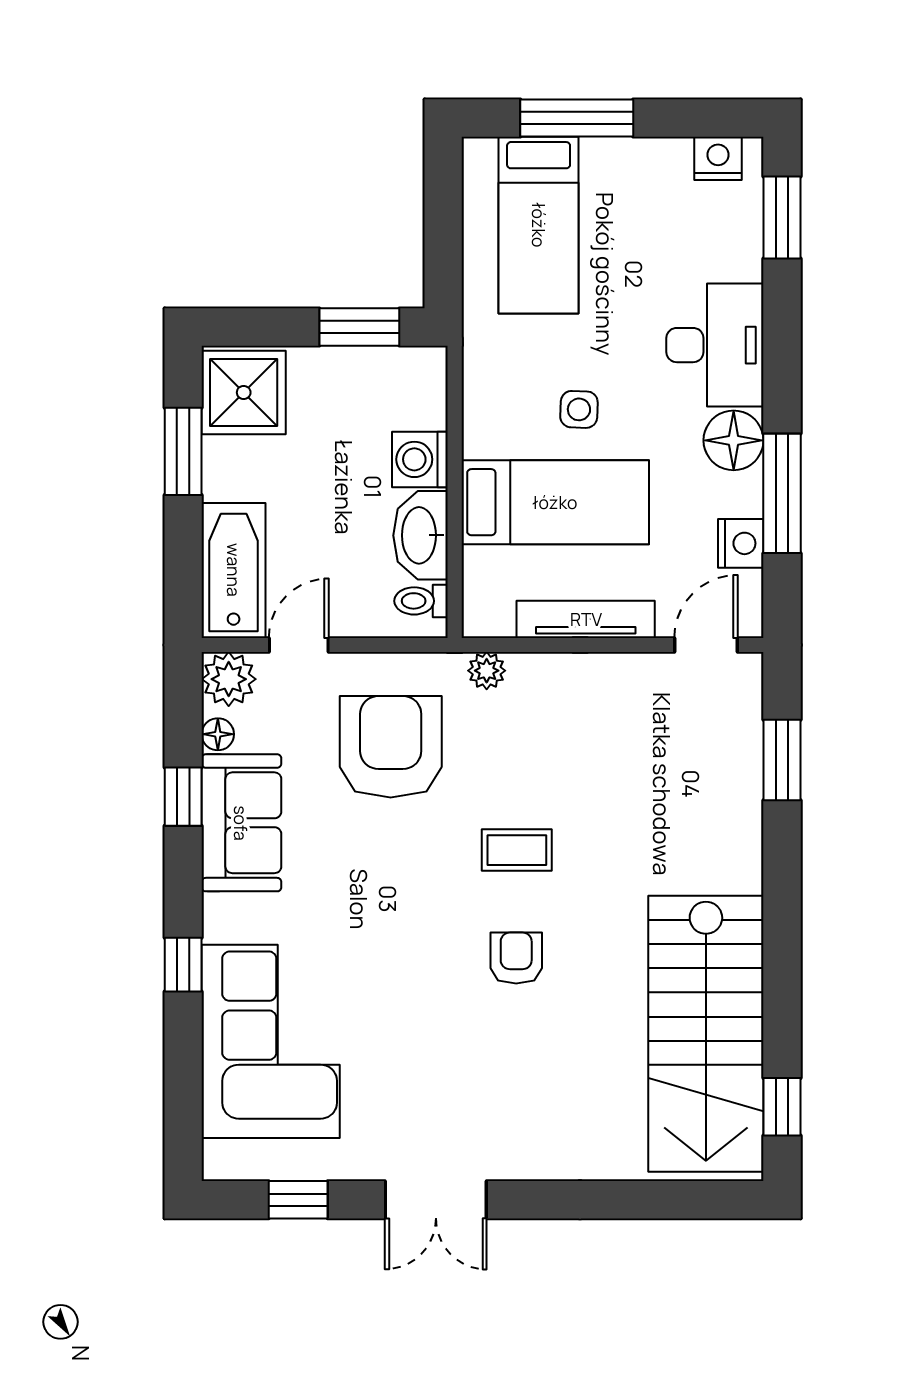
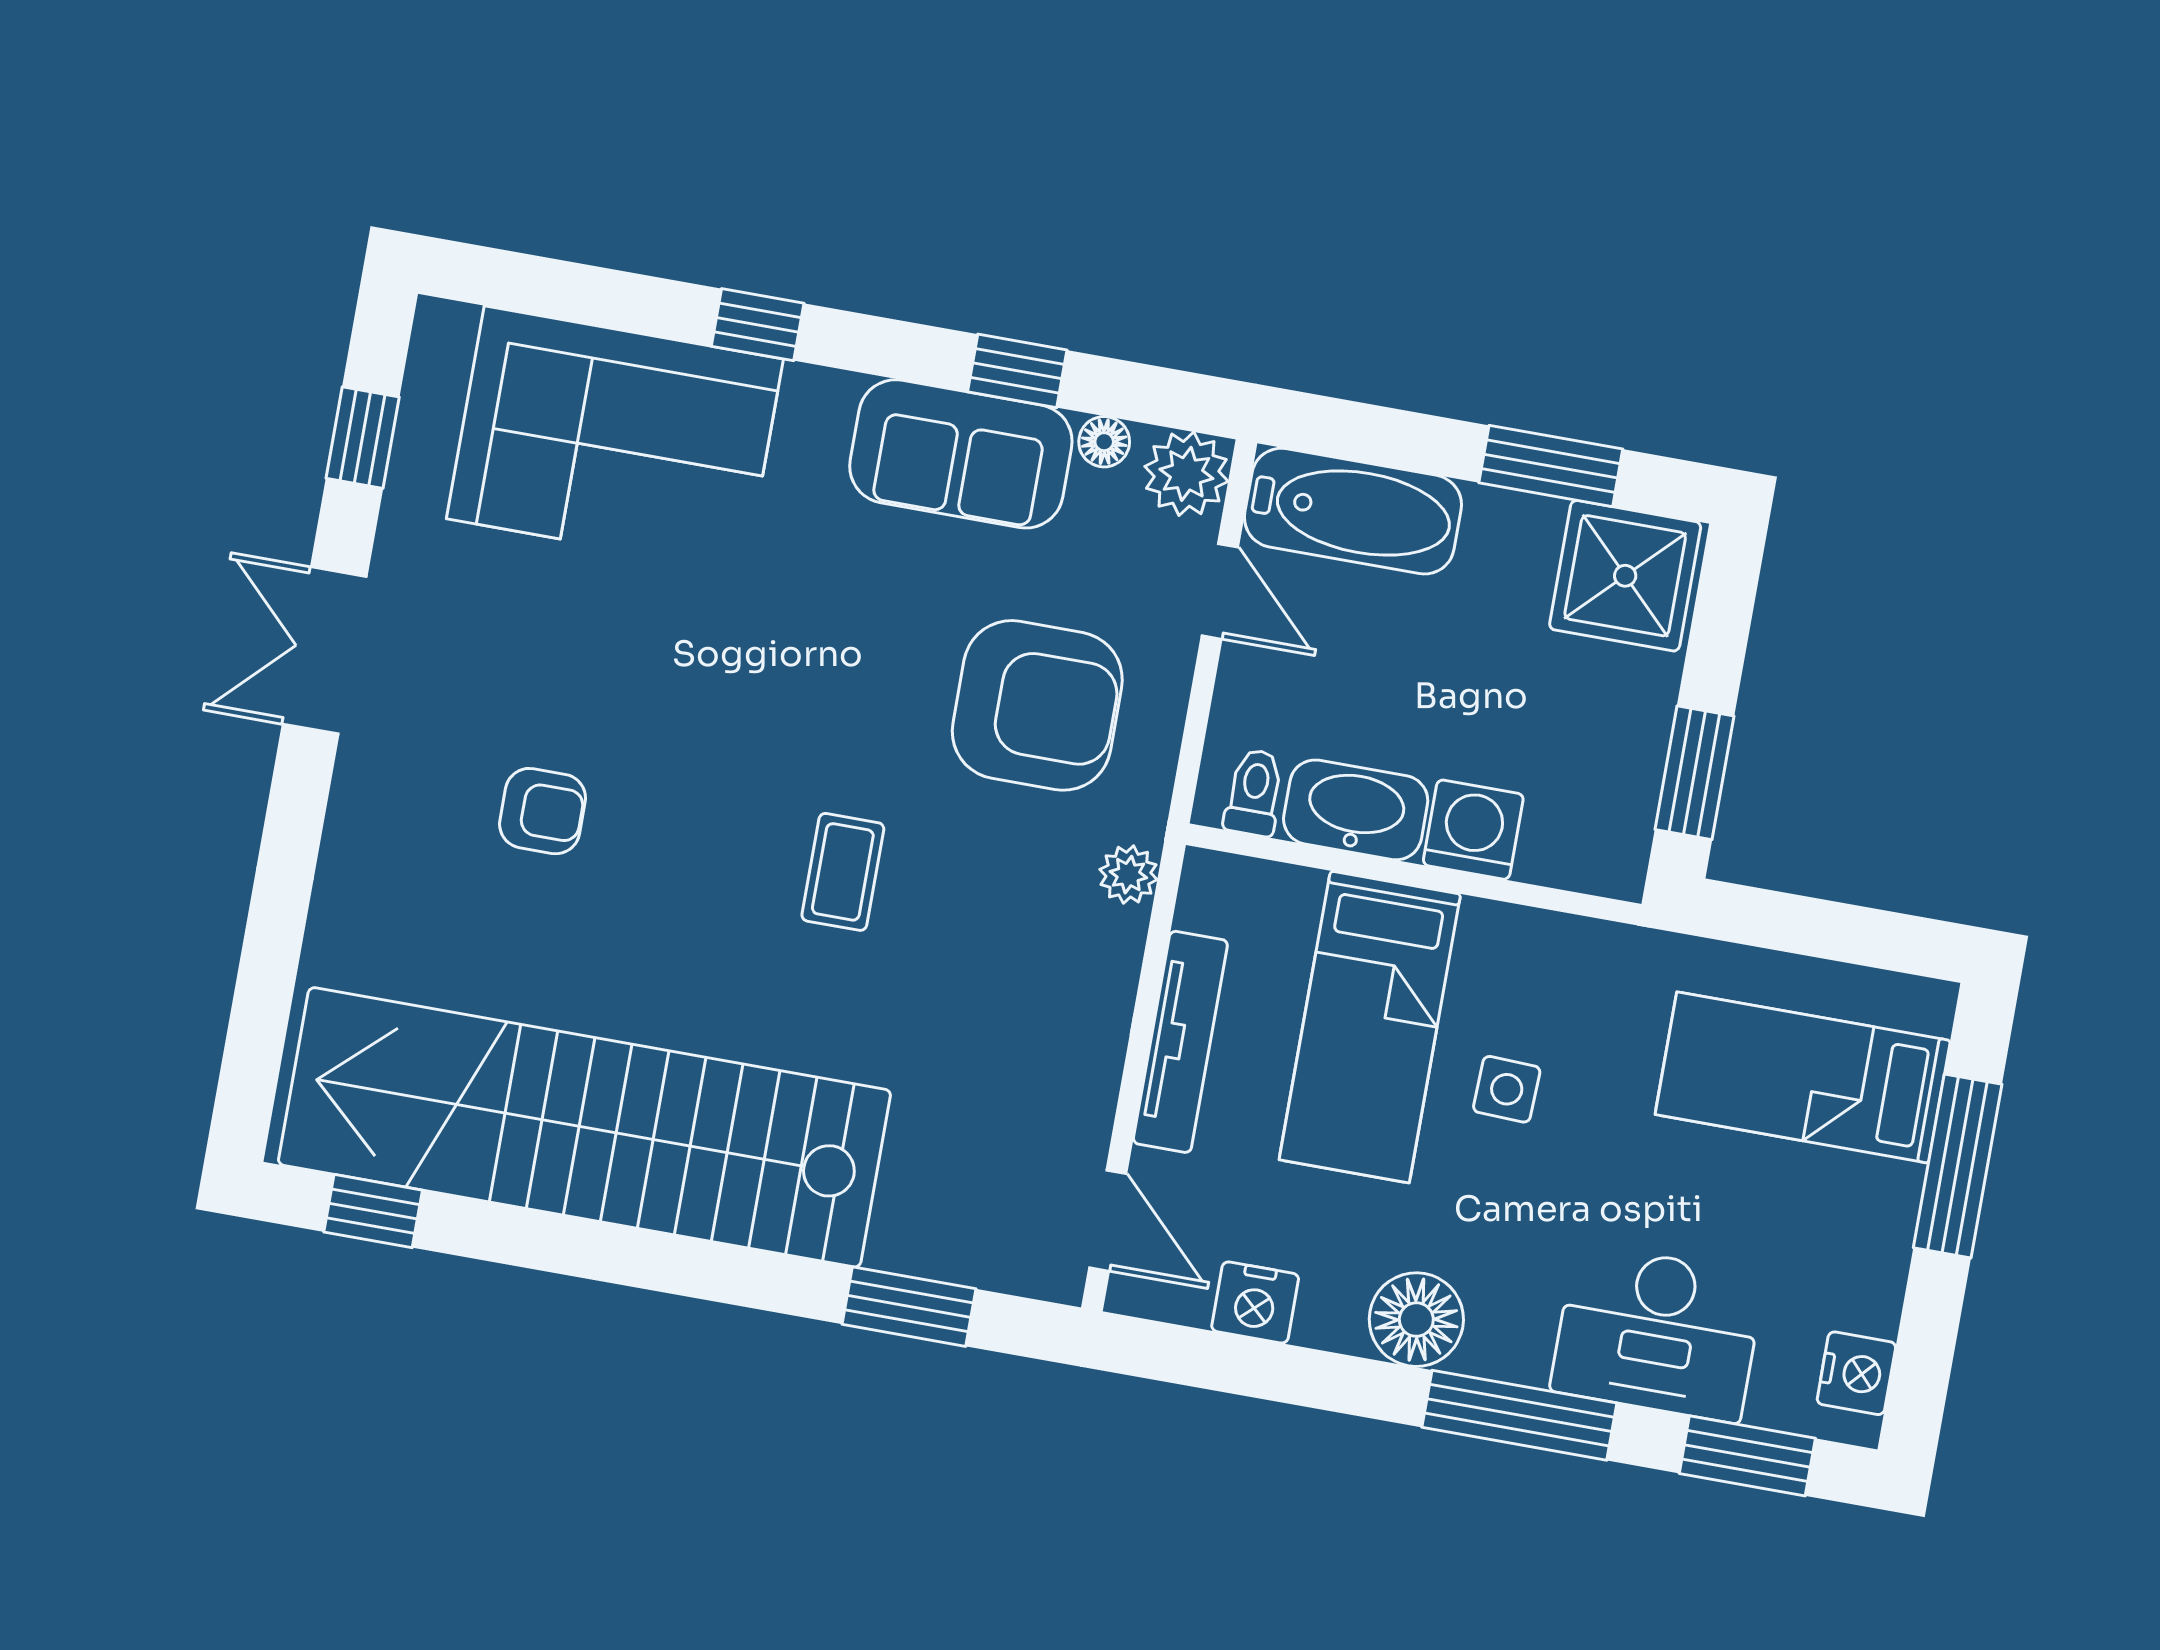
desk: (715, 345) -> (1658, 1333), moved
window: (782, 493) -> (1519, 1415), moved
armchair: (516, 958) -> (543, 811), moved
stairs: (706, 1034) -> (584, 1127), width x1.36

